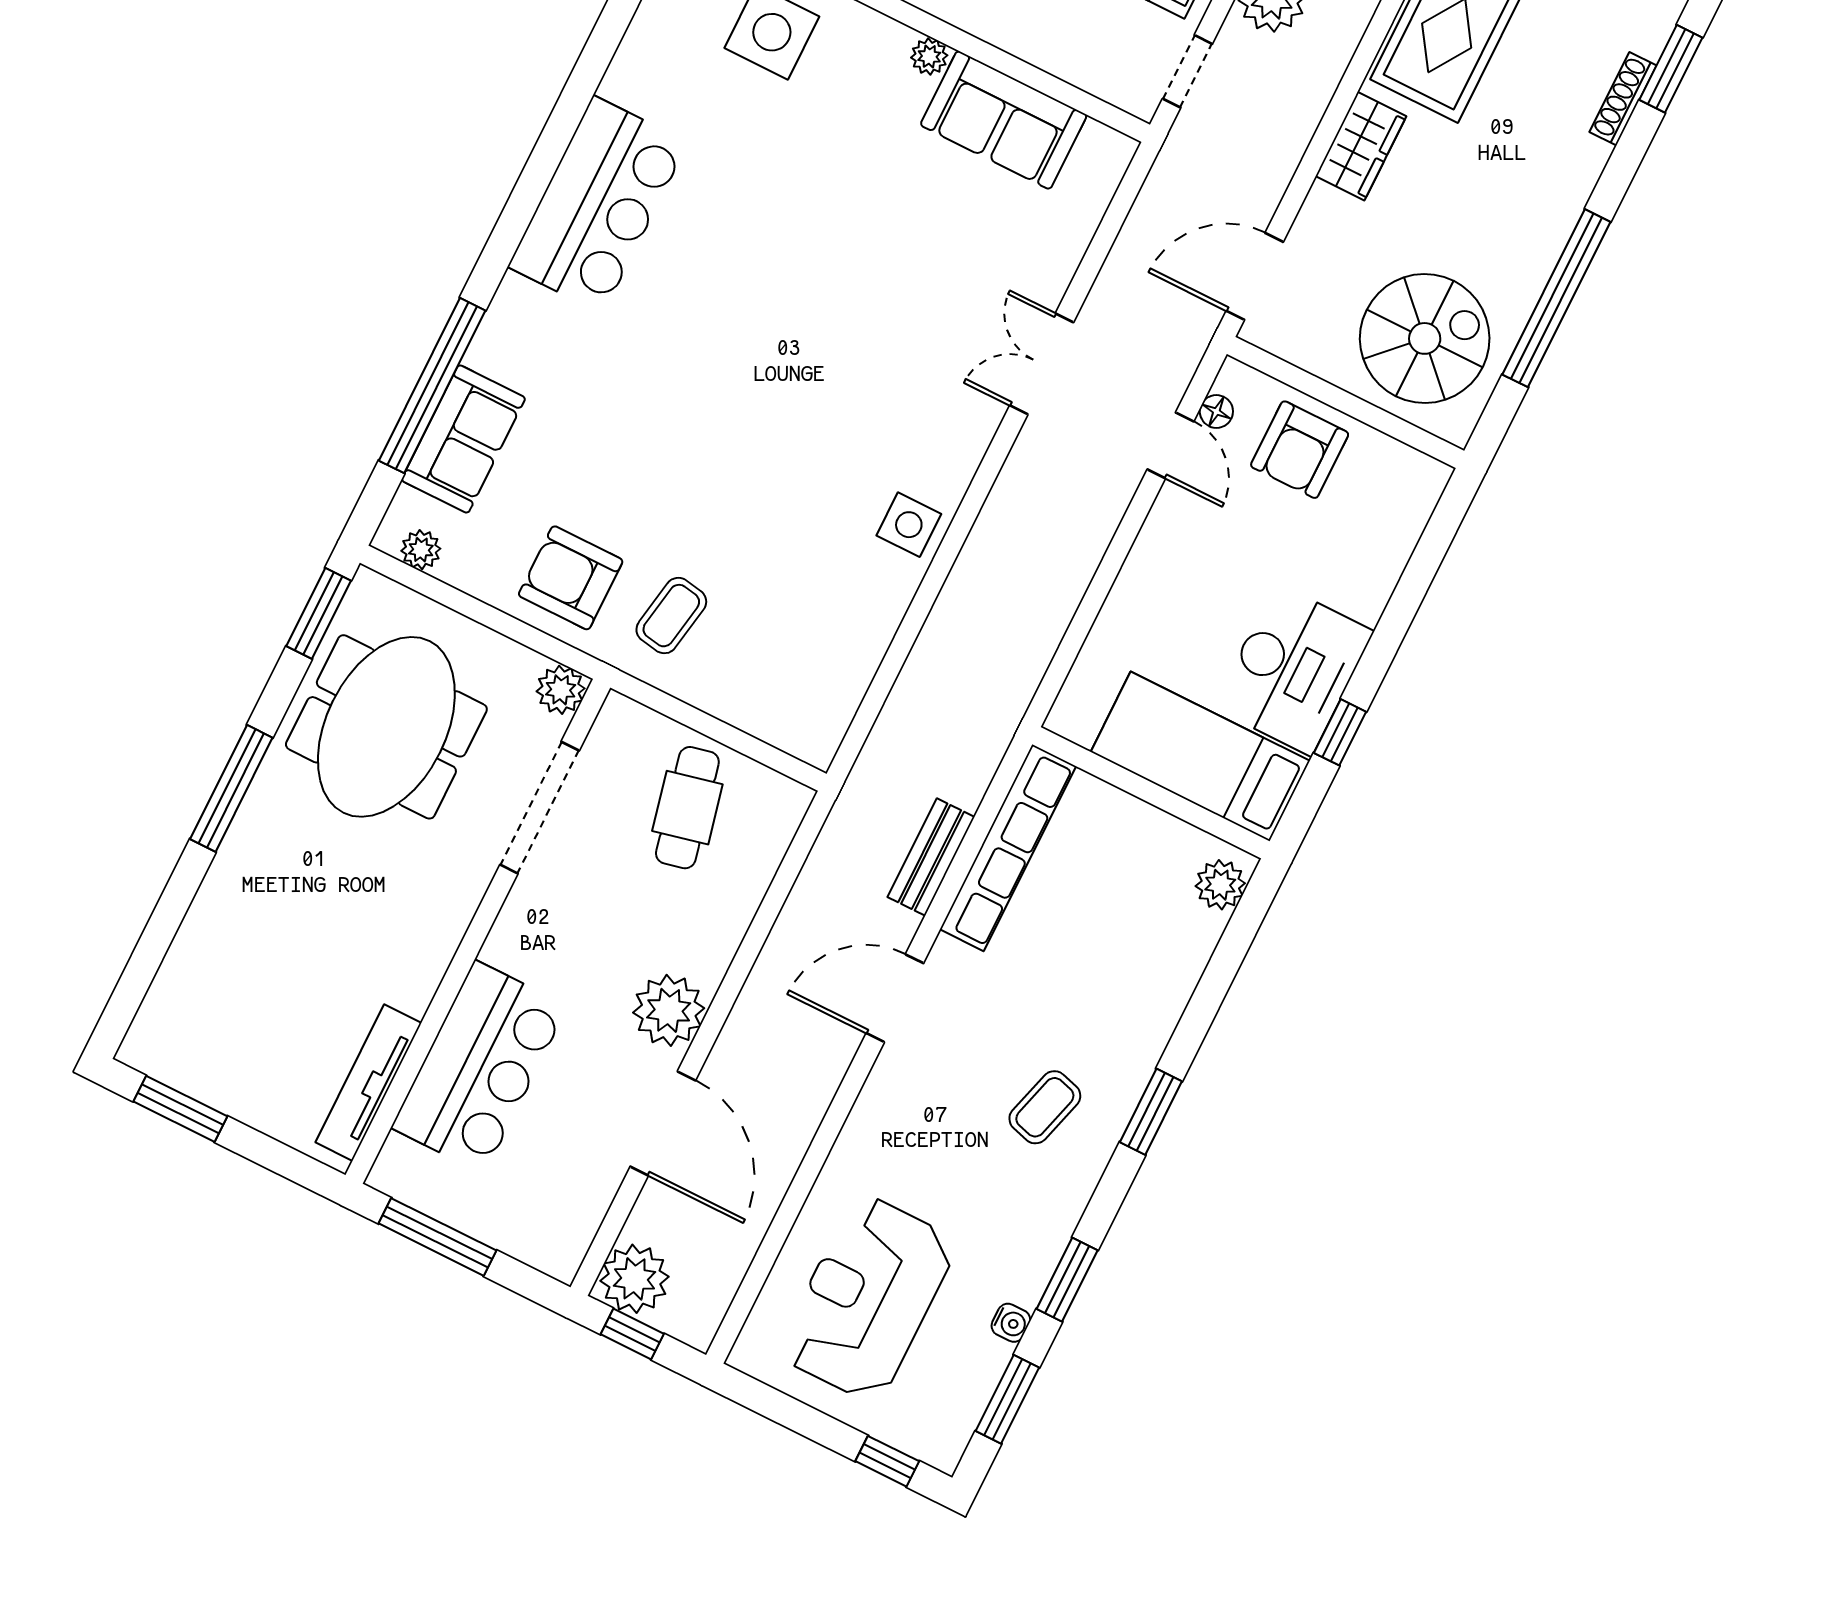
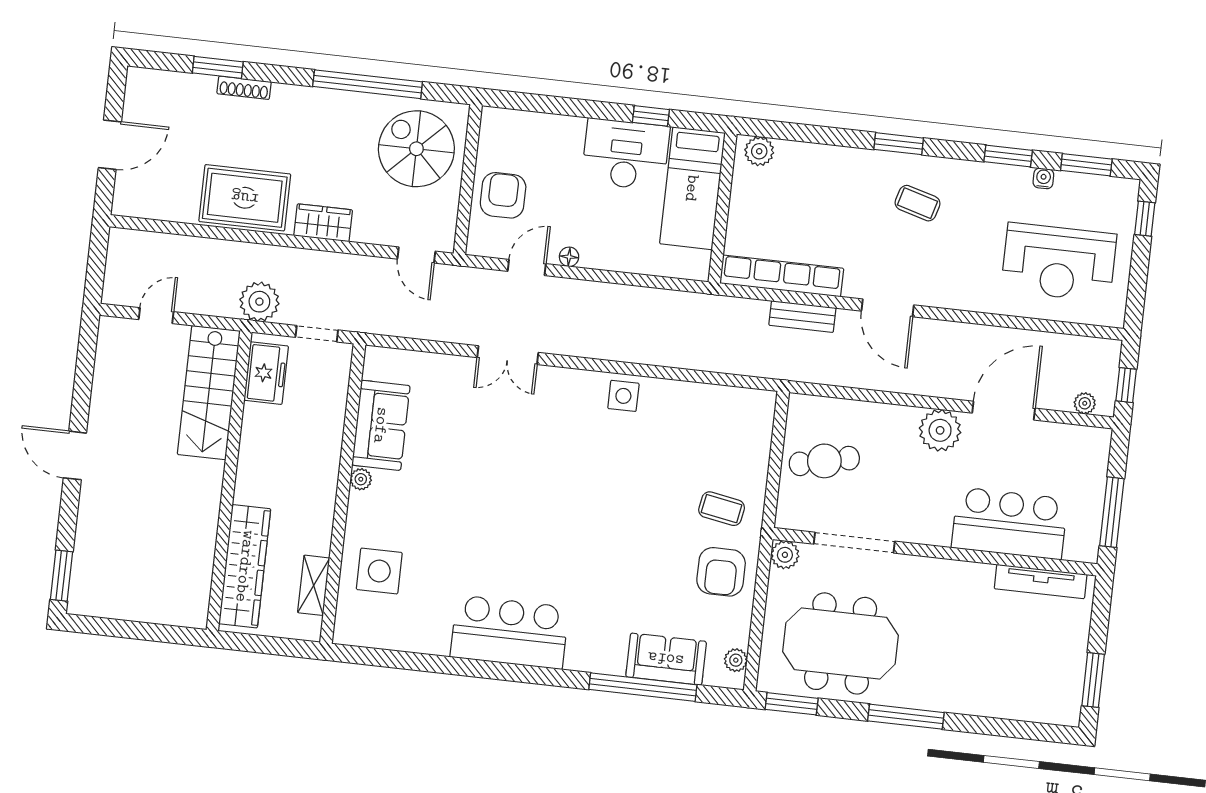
door: (1255, 276) -> (416, 255), width x0.73
floor lamp: (1216, 412) -> (569, 257), moved
armchair: (1300, 450) -> (503, 195), turned -90
plant: (634, 1279) -> (1085, 403), width x0.53, depth x0.53

